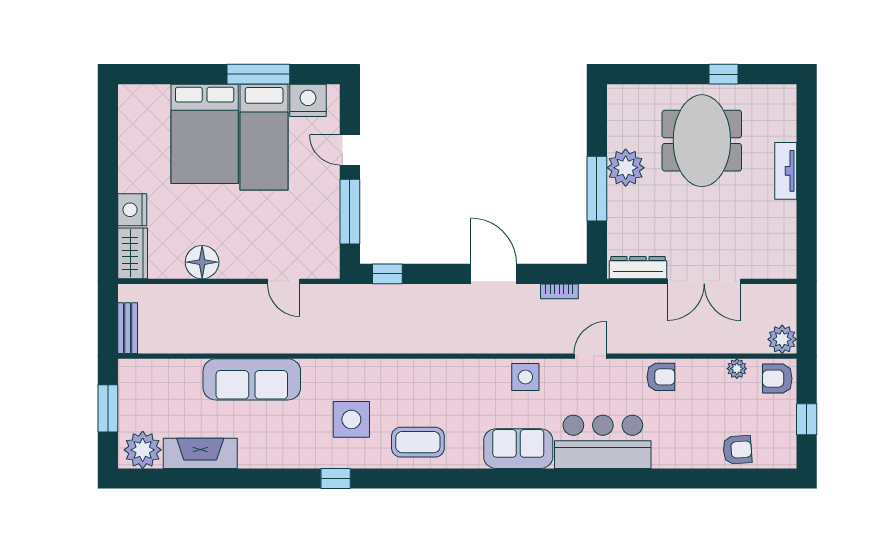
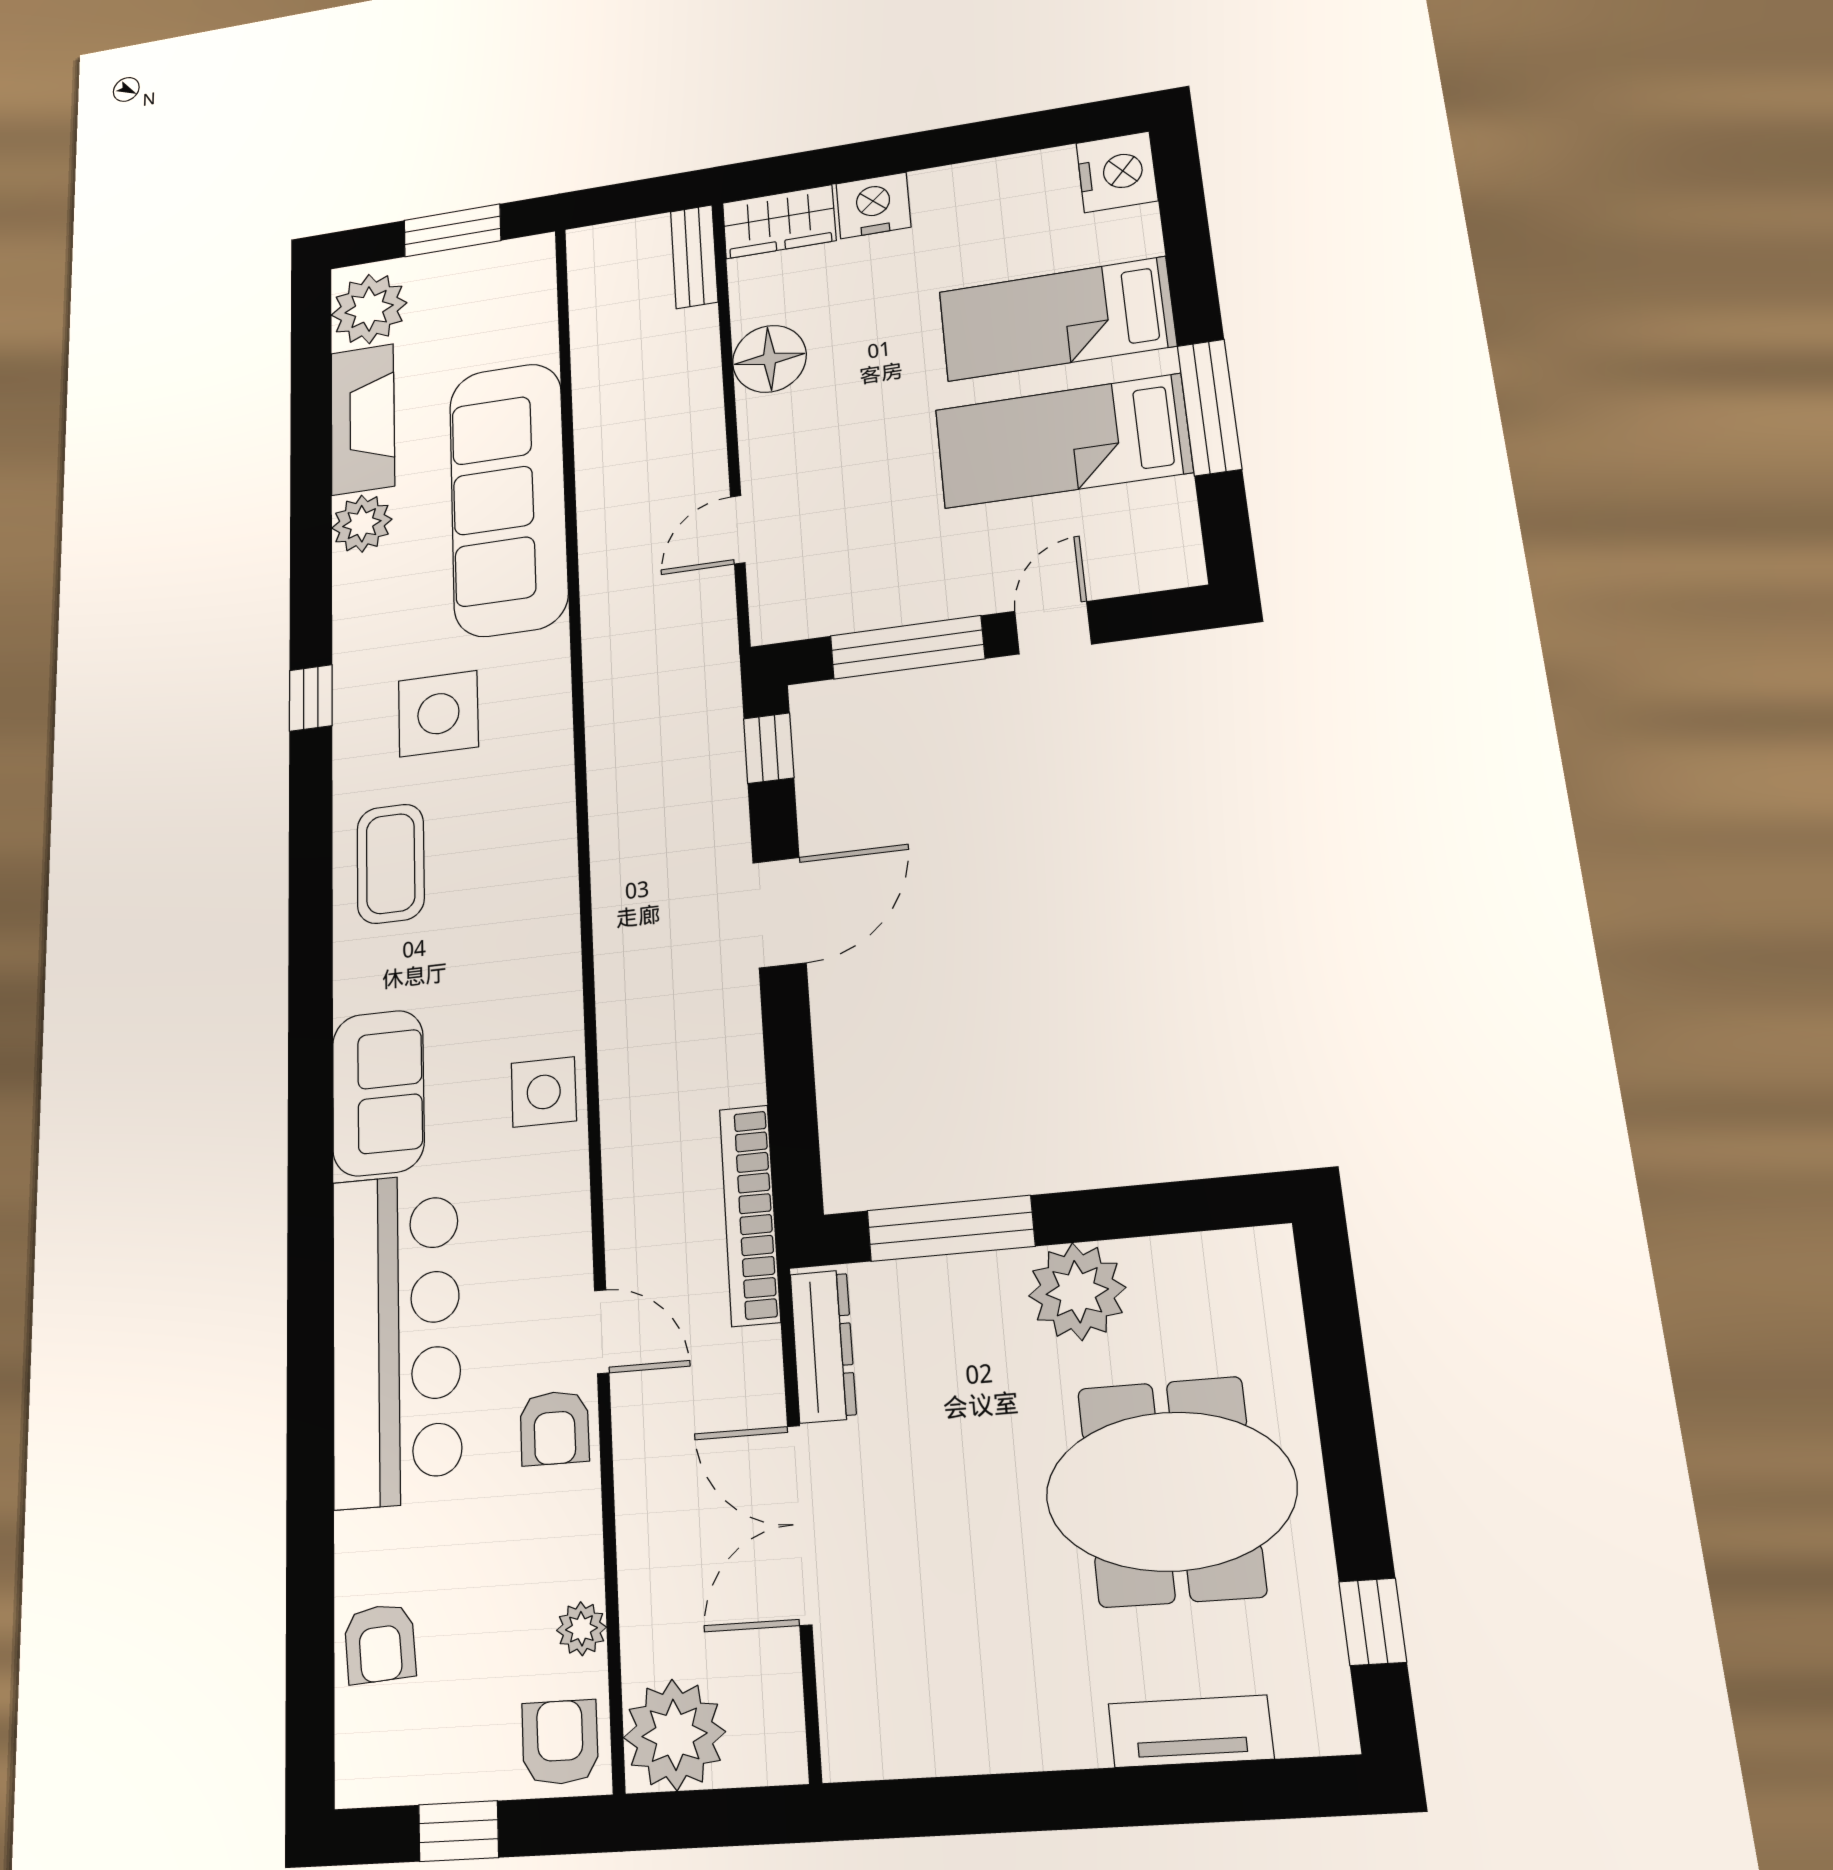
window: (724, 74) -> (1373, 1622), moved
nightstand: (308, 100) -> (1117, 172), moved
bed: (205, 134) -> (1057, 319), width x0.67
tv unit: (786, 171) -> (1191, 1731), moved
window: (597, 189) -> (951, 1228), moved
door: (494, 274) -> (779, 912), moved
bookcase: (559, 291) -> (750, 1215), width x2.31, depth x1.31
bench: (128, 328) -> (694, 257), moved, turned 90
plant: (782, 339) -> (674, 1735), width x1.36, depth x1.36
door: (590, 356) -> (602, 1332), moved
sofa: (252, 379) -> (508, 498), width x1.36, depth x1.27
bar counter: (603, 442) -> (396, 1338), width x1.36
plant: (253, 454) -> (362, 524), added

